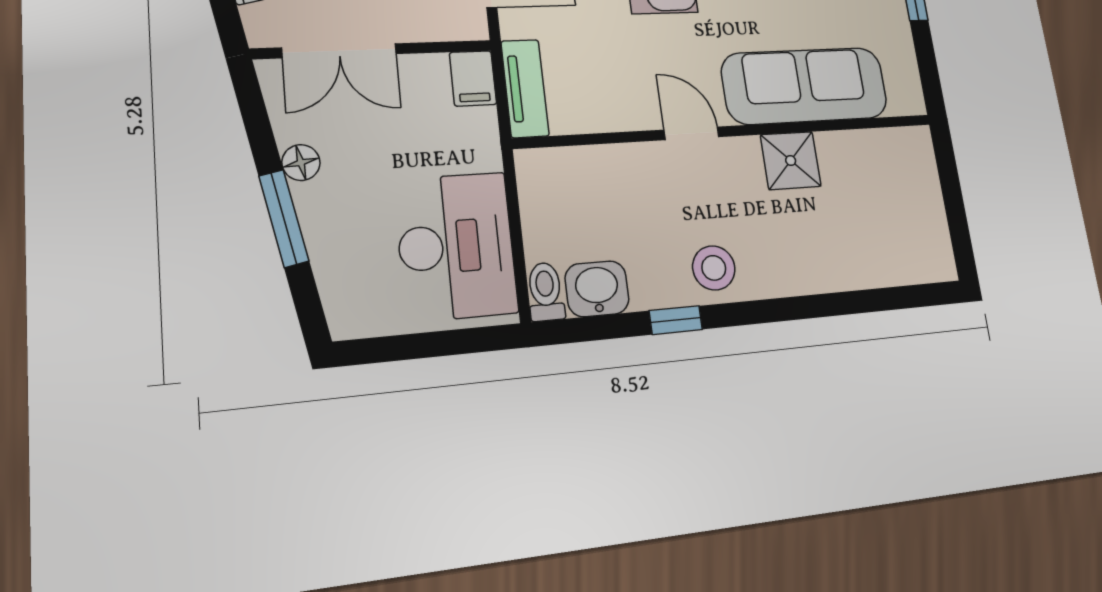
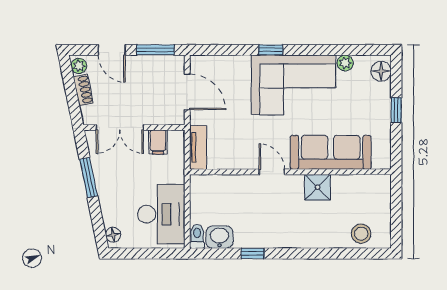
filing cabinet: (473, 78) -> (158, 142), moved
floor lamp: (301, 163) -> (113, 235), moved
window: (284, 218) -> (89, 178), moved
stool: (714, 268) -> (361, 234), moved

